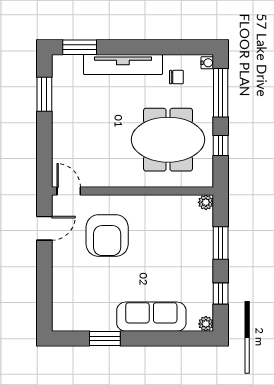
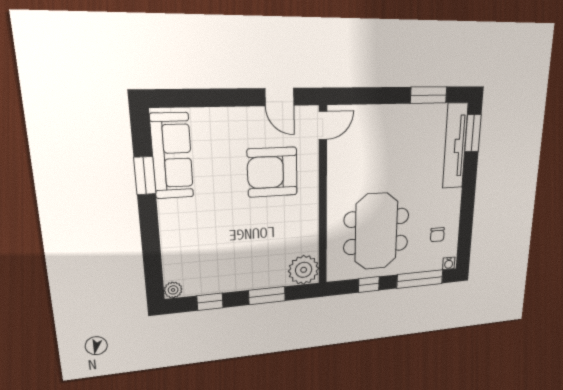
tv unit: (123, 64) -> (455, 146), moved
plant: (206, 202) -> (304, 270), width x1.88, depth x1.88
sofa: (151, 317) -> (172, 156), moved

